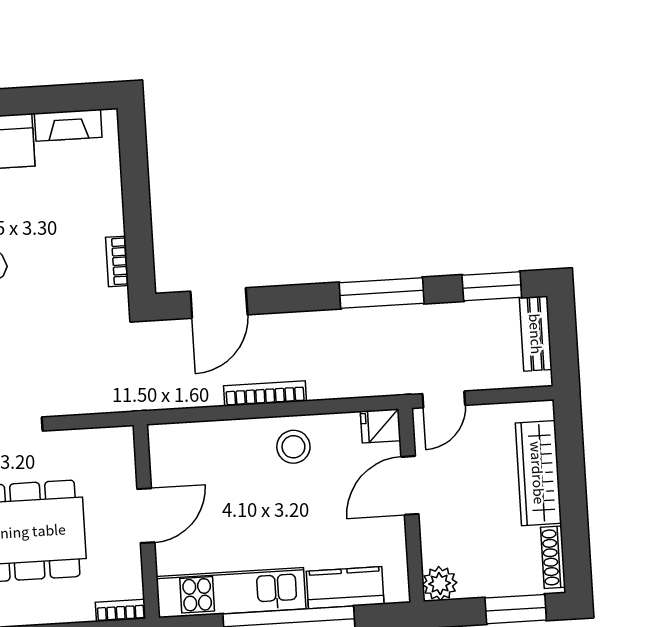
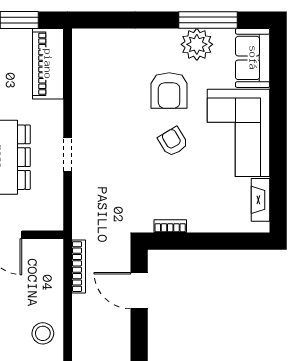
bookcase: (265, 393) -> (79, 267), moved

